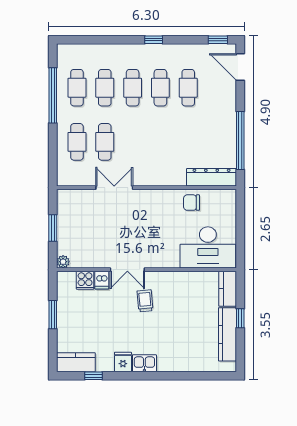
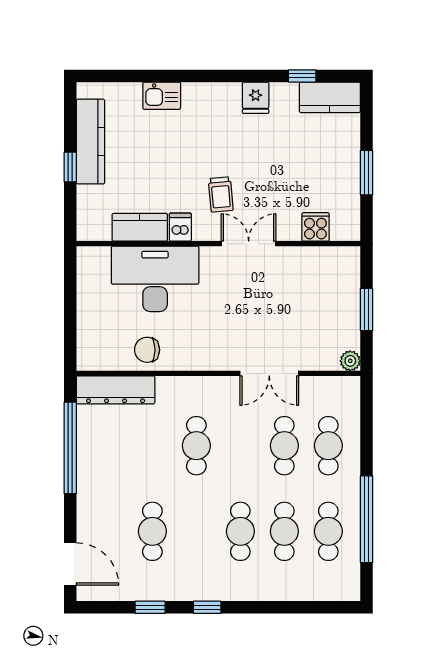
window: (218, 40) -> (150, 607), moved
cafe table: (160, 88) -> (196, 446), moved
chair: (192, 203) -> (147, 350), turned 180
desk: (208, 247) -> (155, 279), moved
plant: (63, 262) -> (350, 361), moved
dishwasher: (102, 280) -> (180, 227), moved
kitchen counter: (228, 289) -> (140, 227), moved, turned -90
kitchen sink: (144, 363) -> (162, 96), moved

